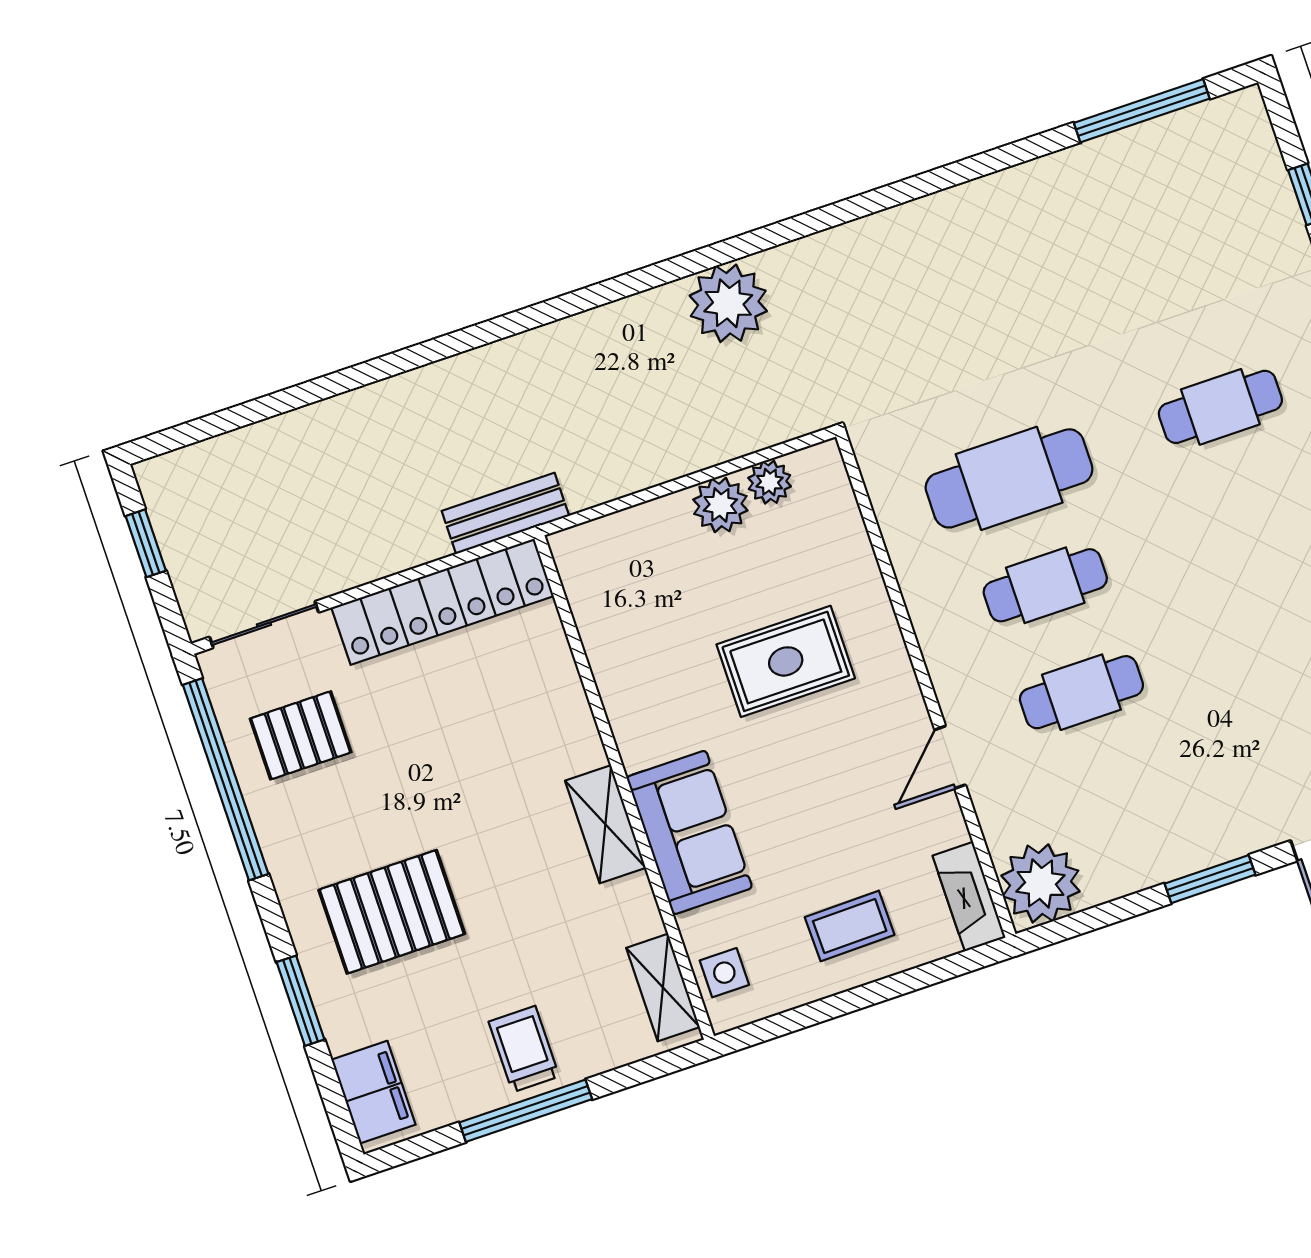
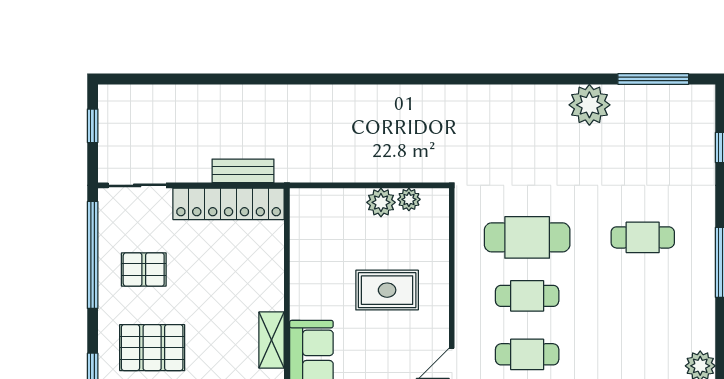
plant: (728, 303) -> (589, 105), moved
bench: (505, 513) -> (243, 171), moved
pallet: (301, 735) -> (144, 269), moved

